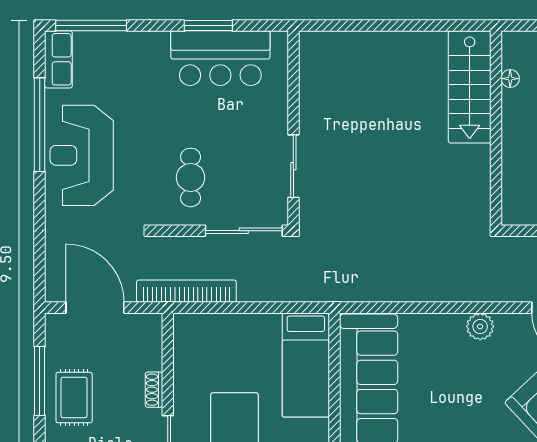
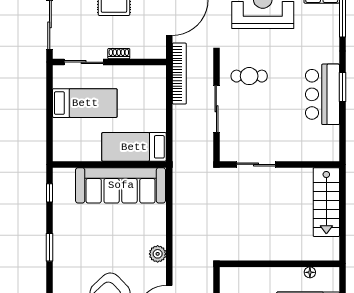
stairs: (470, 87) -> (326, 202), moved, turned -90
wall: (293, 128) -> (279, 164), moved
sliding door: (293, 166) -> (256, 164), moved

